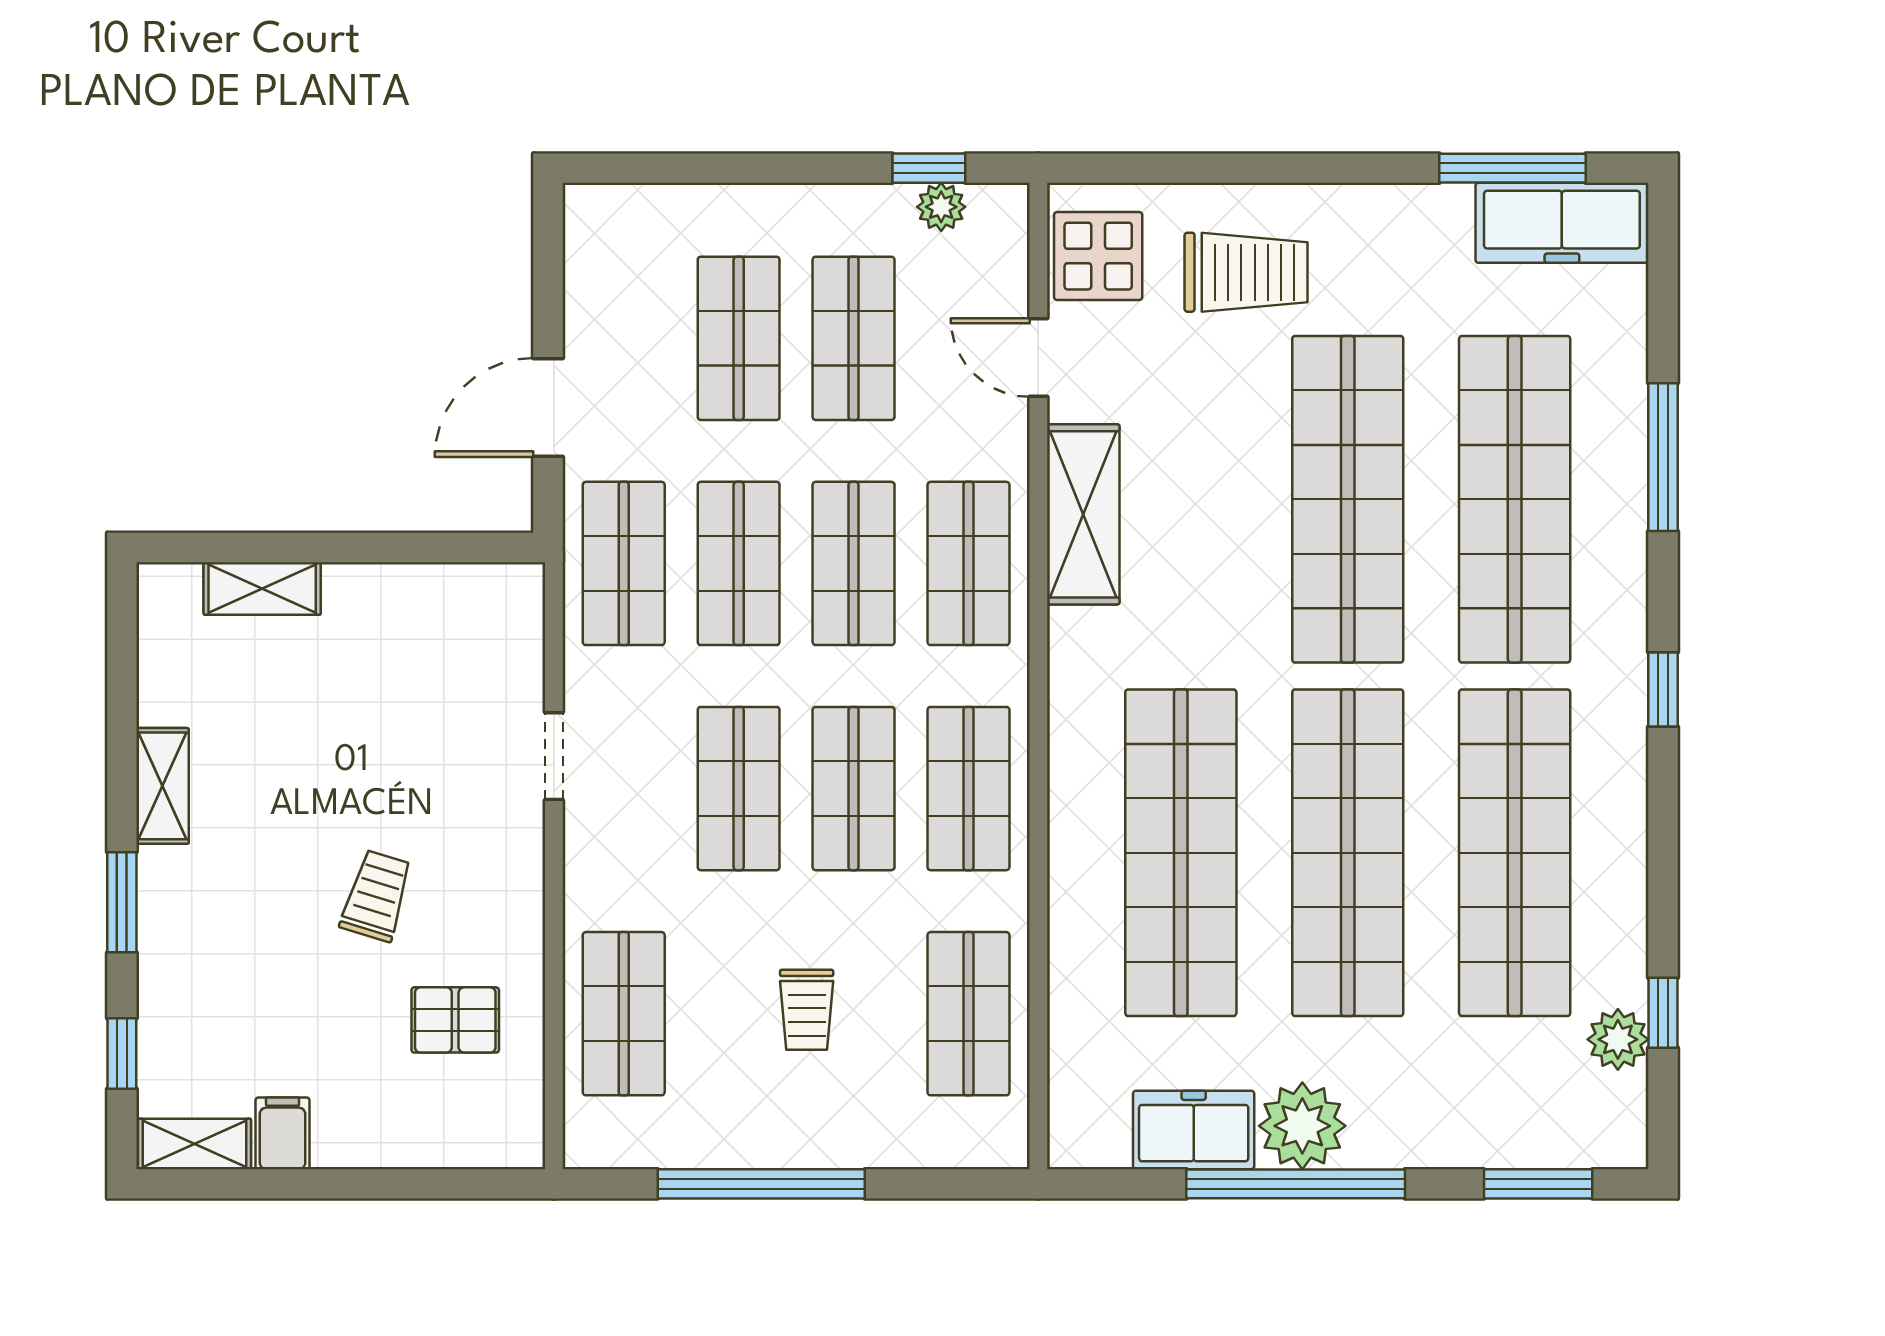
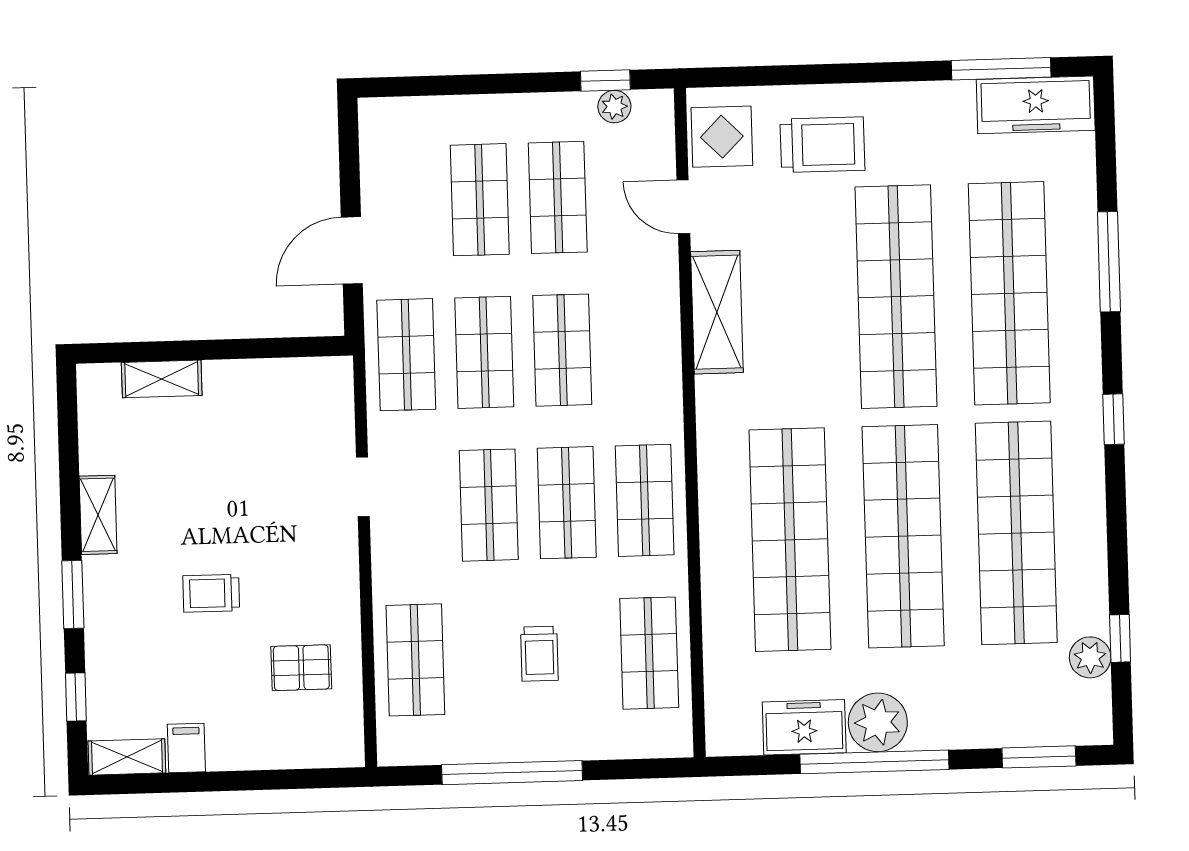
shop shelf: (968, 563) -> (640, 348), removed
trolley: (376, 896) -> (211, 593), moved, turned -107

